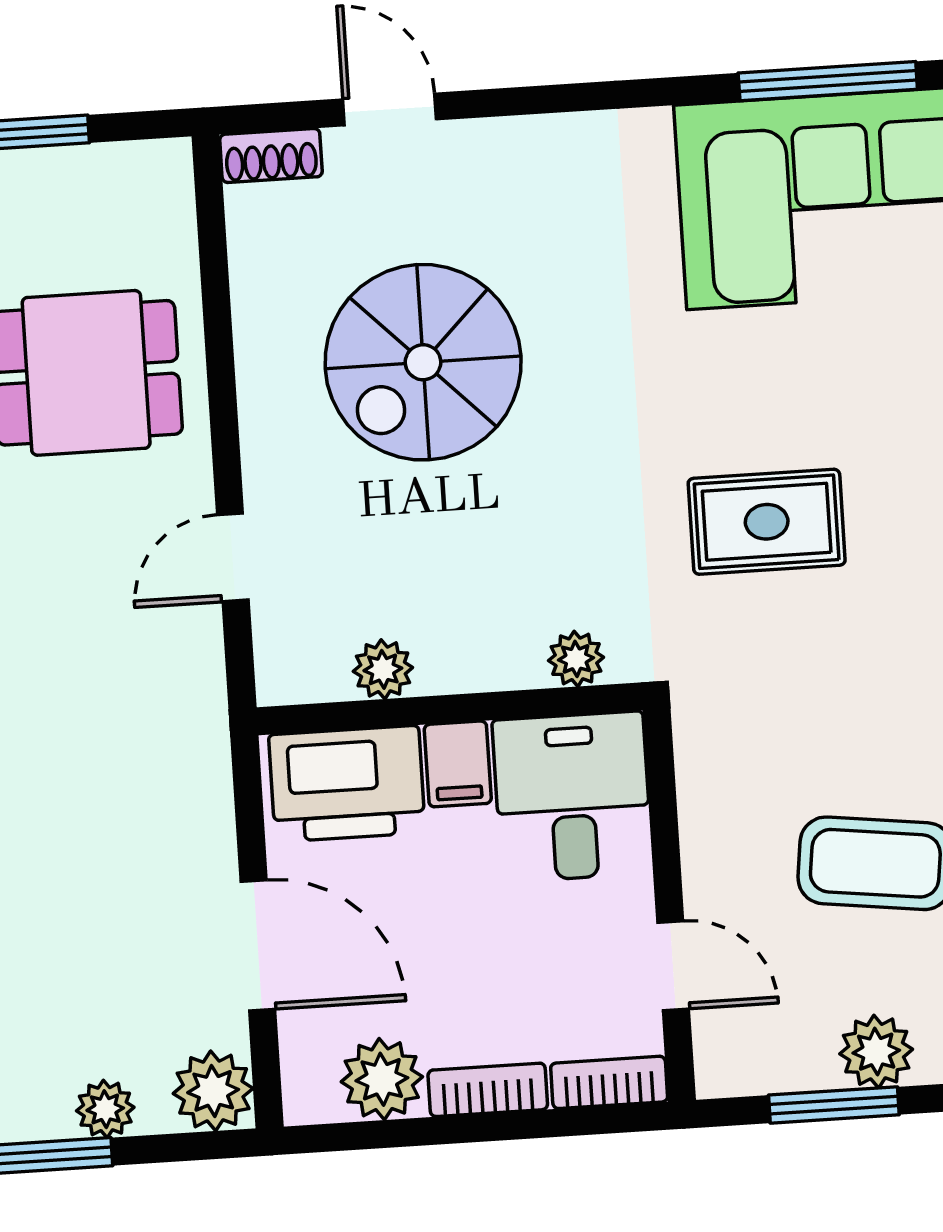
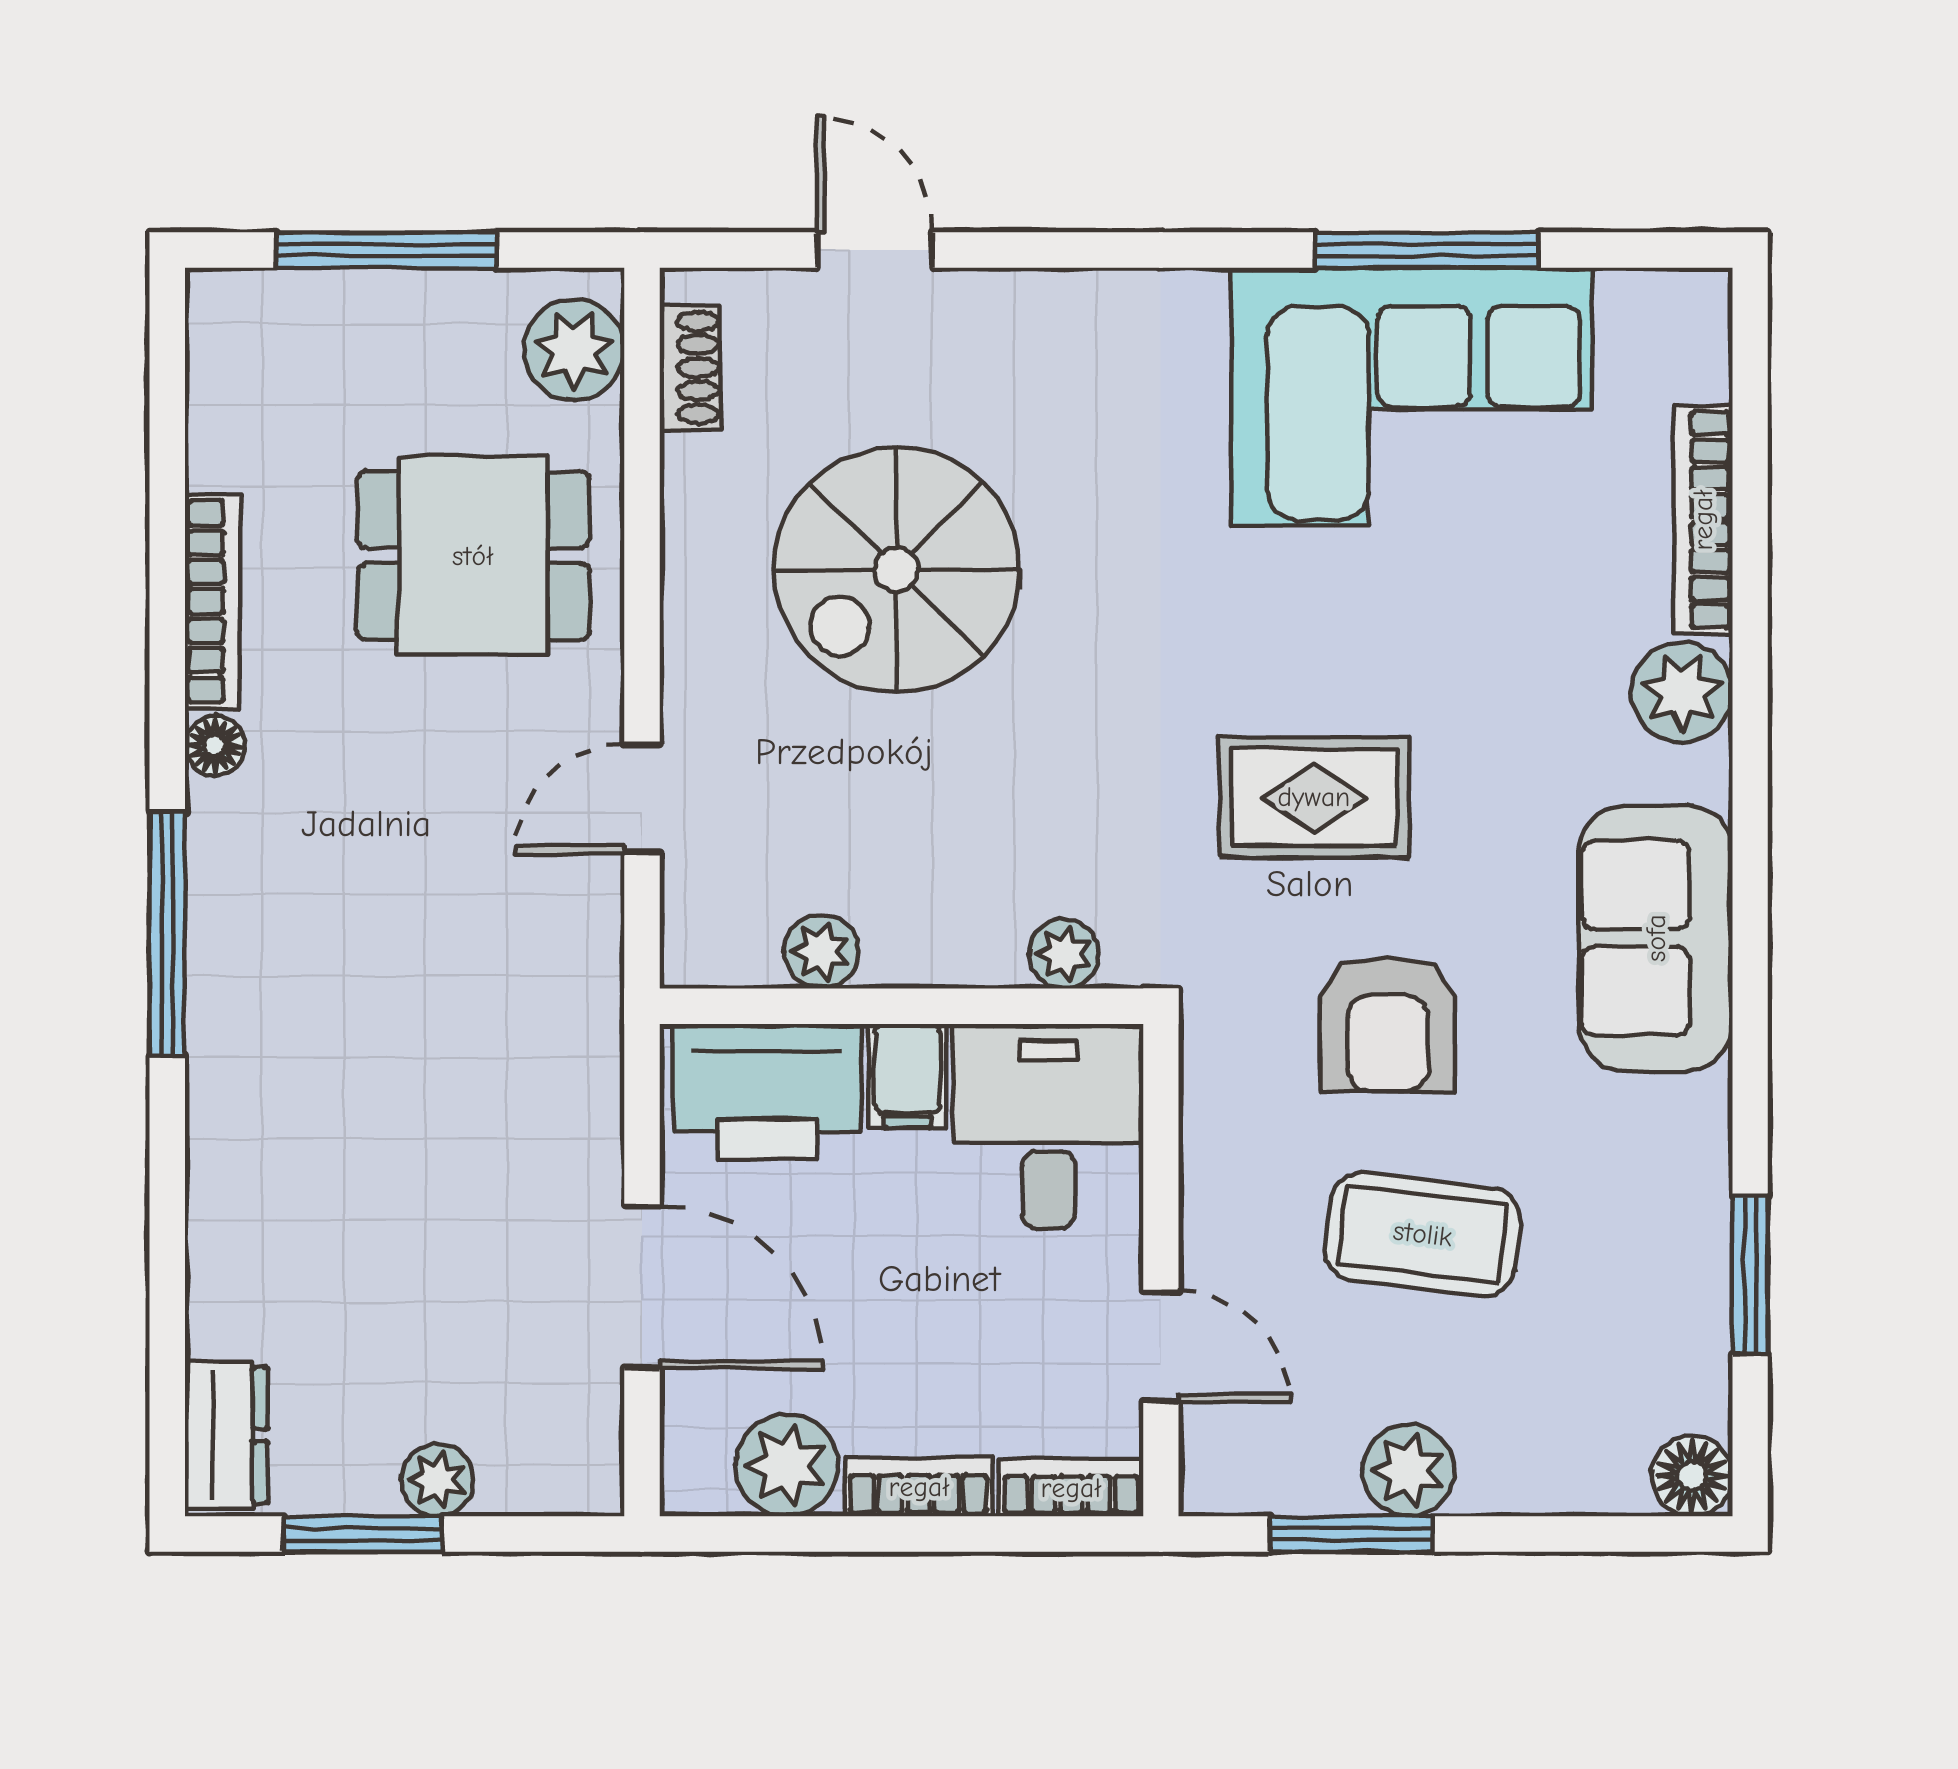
shoe rack: (271, 156) -> (690, 368), moved, turned -90
armchair: (837, 698) -> (1388, 1024), added
plant: (213, 1091) -> (574, 350), moved

